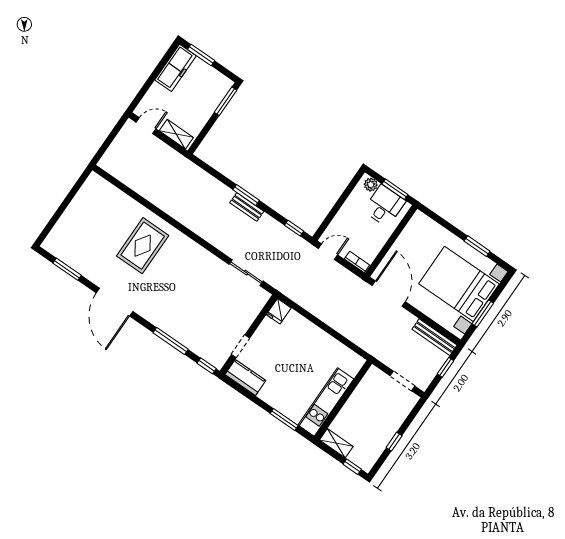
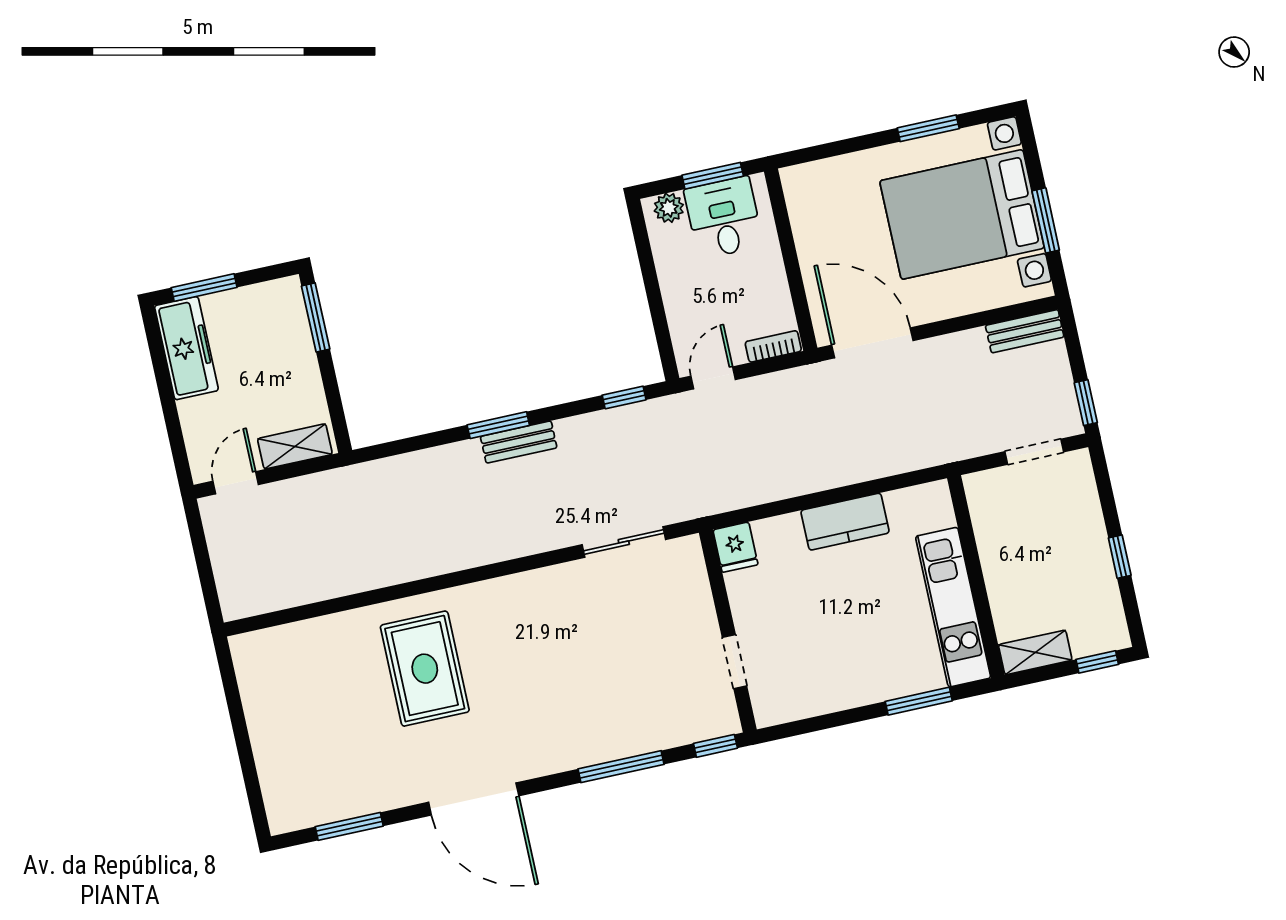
bench: (434, 337) -> (1025, 331), width x0.73
window: (445, 367) -> (1086, 403), moved
kitchen counter: (245, 377) -> (845, 522), moved, turned 180

